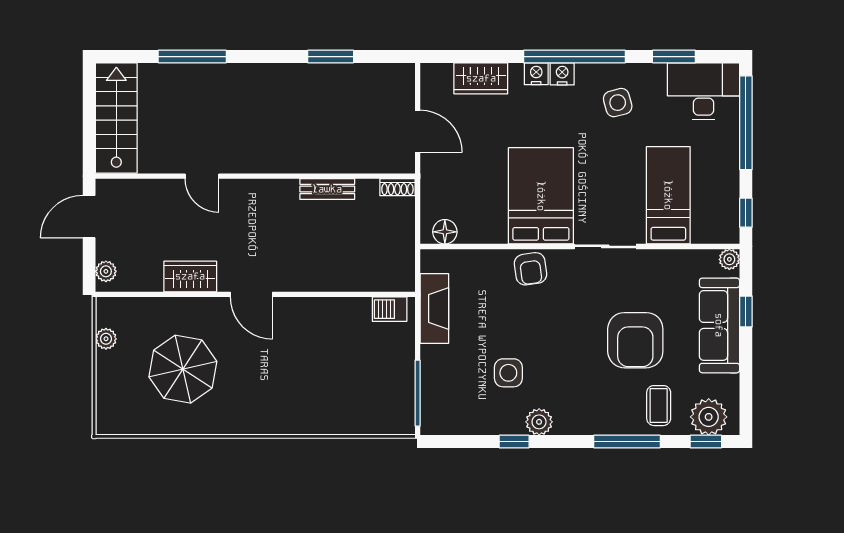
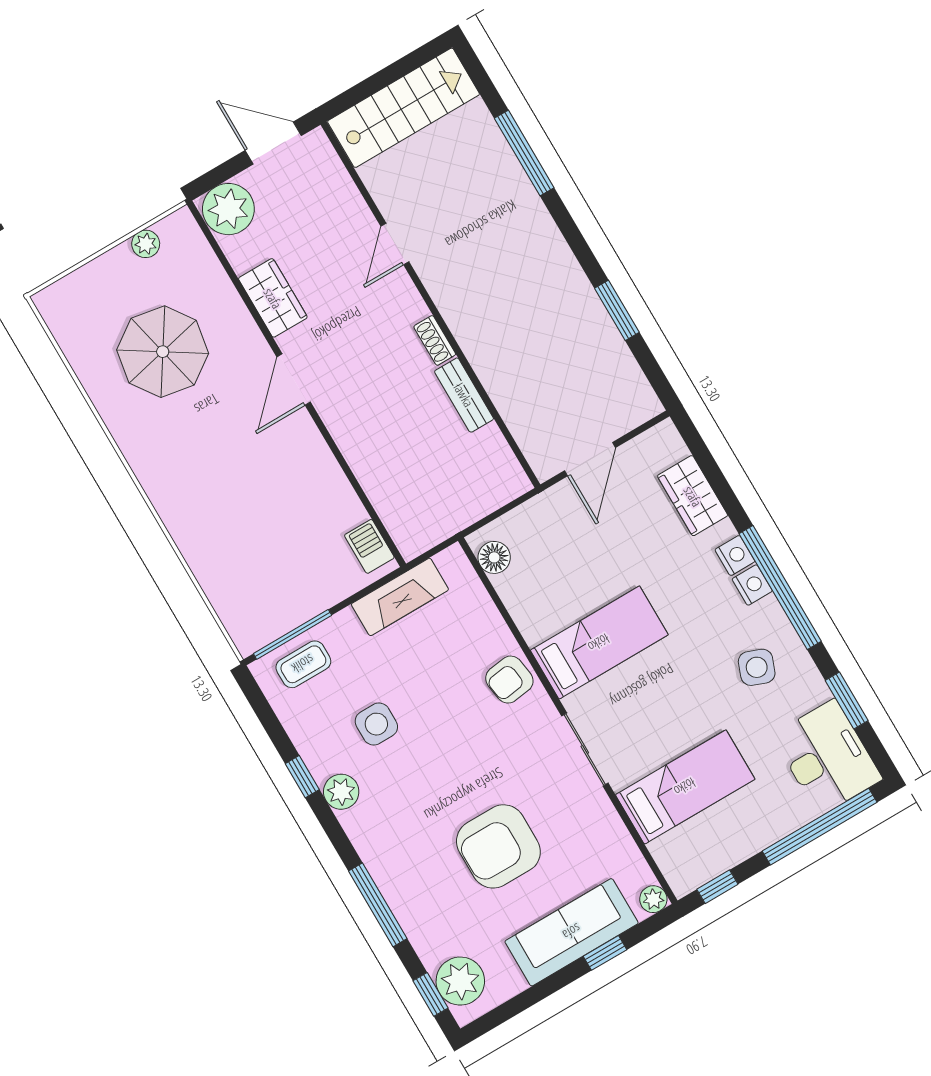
side table: (618, 103) -> (757, 667), turned 36
shoe rack: (397, 187) -> (435, 340), moved
bed: (541, 196) -> (599, 643), width x0.67
plant: (106, 271) -> (228, 209), width x1.88, depth x1.88
coffee table: (659, 406) -> (303, 664), moved

